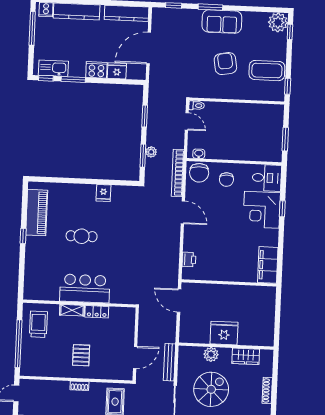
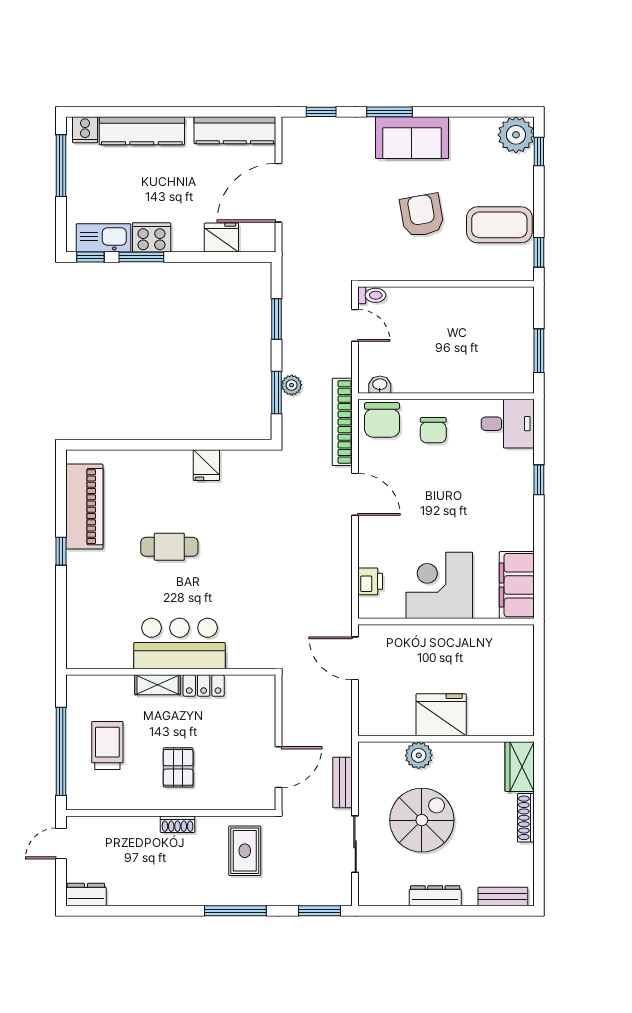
cooker: (96, 70) -> (152, 237), moved
corner desk: (262, 210) -> (439, 585), moved, turned 90
trolley: (38, 324) -> (107, 746), moved
wardrobe: (246, 356) -> (520, 767), moved, turned 90
bench: (169, 362) -> (342, 782), width x0.73

